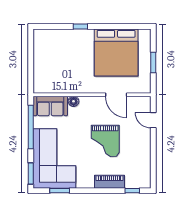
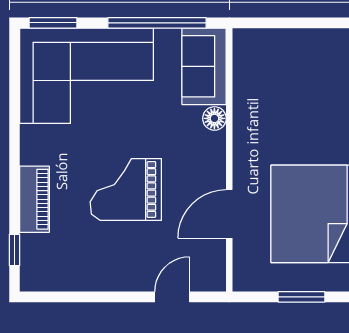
window: (60, 191) -> (14, 87), removed

